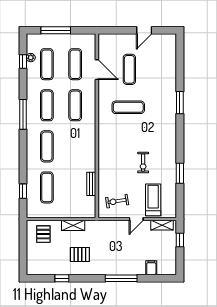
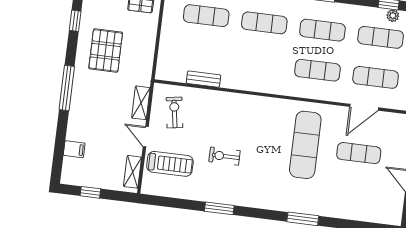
exercise mat: (128, 107) -> (305, 145), width x1.36, depth x1.45
window: (180, 173) -> (219, 208), moved
shelving: (73, 225) -> (141, 103), moved
window: (180, 240) -> (90, 192), moved
pallet: (80, 254) -> (106, 51), width x1.50, depth x1.42
window: (121, 278) -> (67, 88), moved

